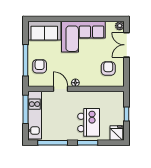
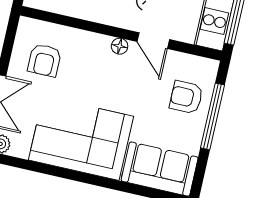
armchair: (40, 66) -> (186, 97), turned 90

